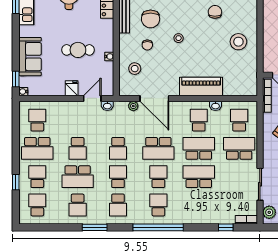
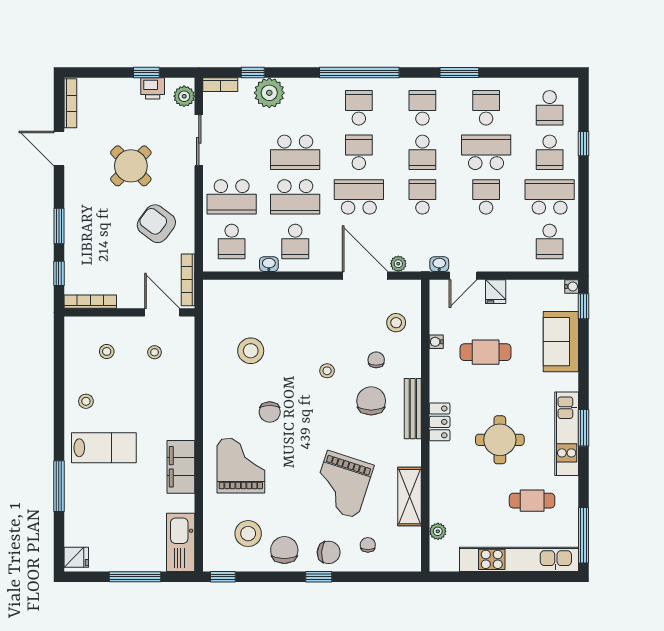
stool: (238, 42) -> (251, 351), moved
piano: (201, 87) -> (292, 294), removed
school desk: (158, 177) -> (359, 152), turned 180
school desk: (158, 205) -> (359, 108), turned 180
plant: (215, 215) -> (269, 93), added

